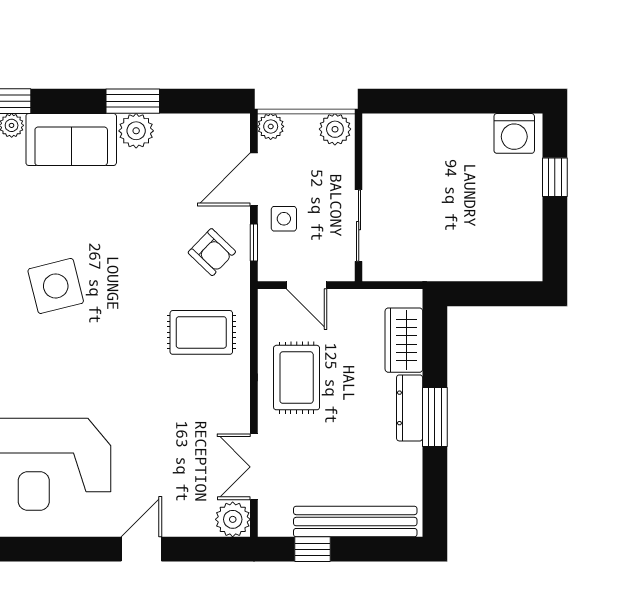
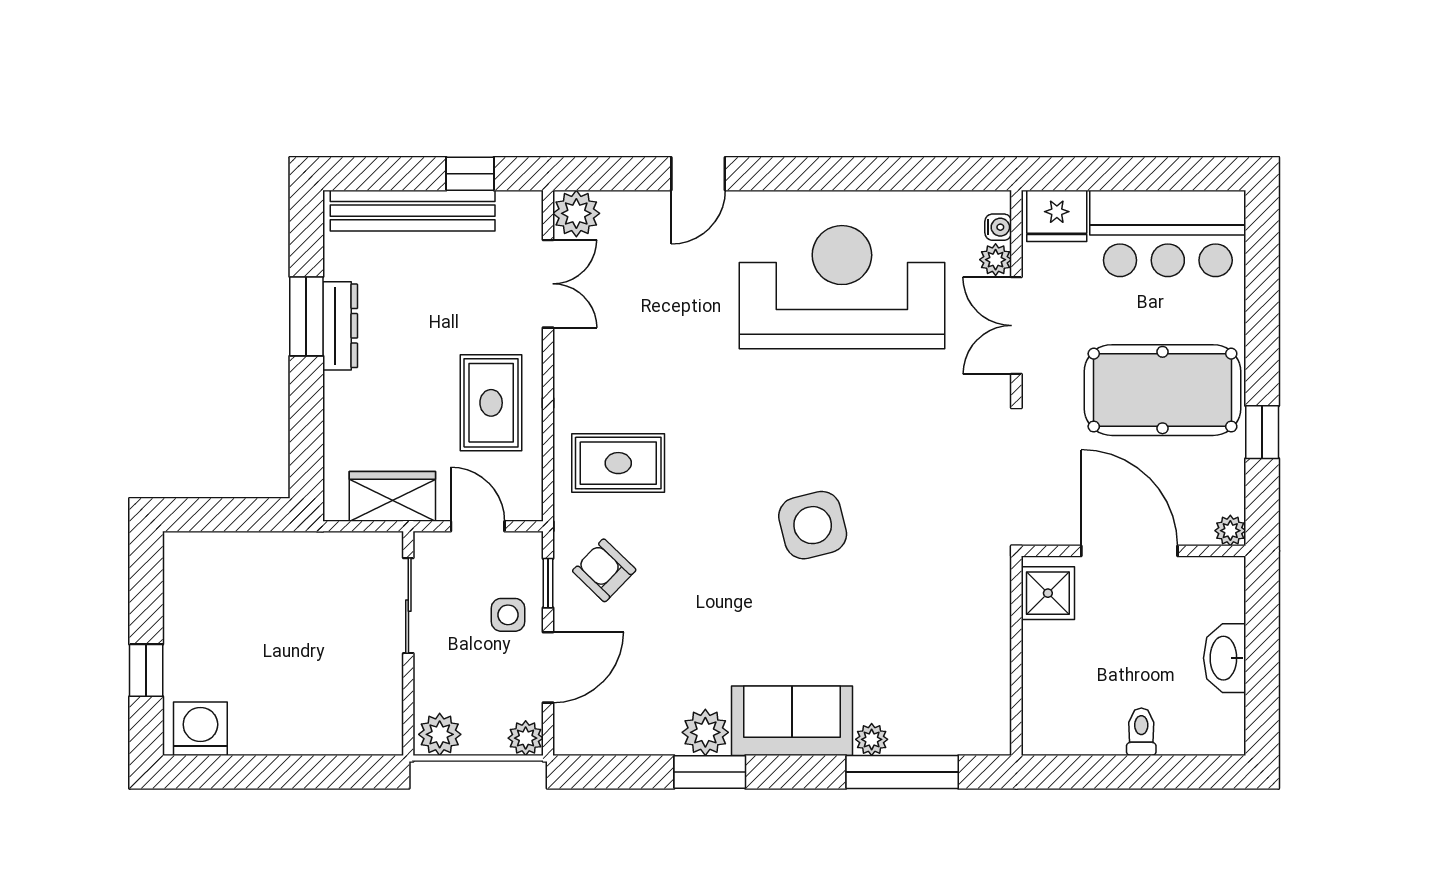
wardrobe: (404, 340) -> (392, 496), moved, turned -90
dresser: (410, 408) -> (340, 326), moved
window: (435, 417) -> (306, 316), moved

